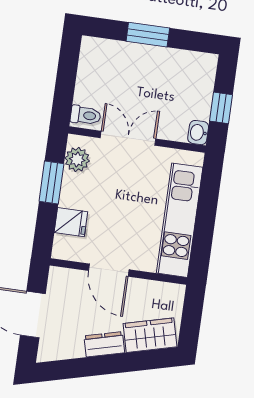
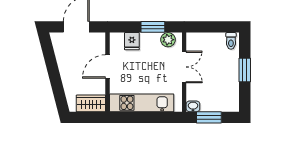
window: (221, 108) -> (209, 117), width x1.50
toilet: (86, 115) -> (231, 41), moved
wardrobe: (150, 335) -> (91, 103), moved, turned -76
dresser: (104, 344) -> (65, 70), removed

